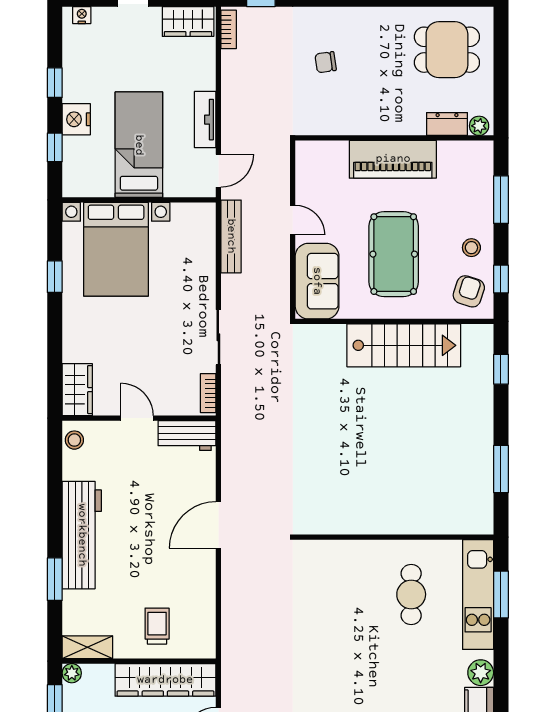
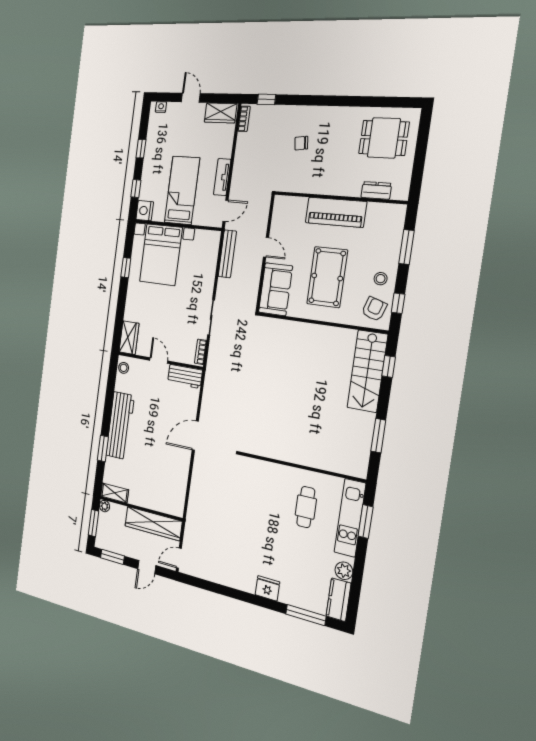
nightstand: (76, 119) -> (145, 211), moved
plant: (479, 126) -> (399, 193), removed
stairs: (404, 345) -> (367, 371), moved, turned 90
trolley: (157, 626) -> (153, 490), removed

